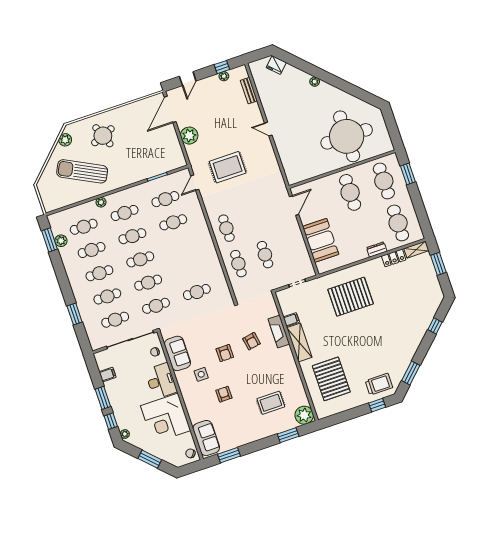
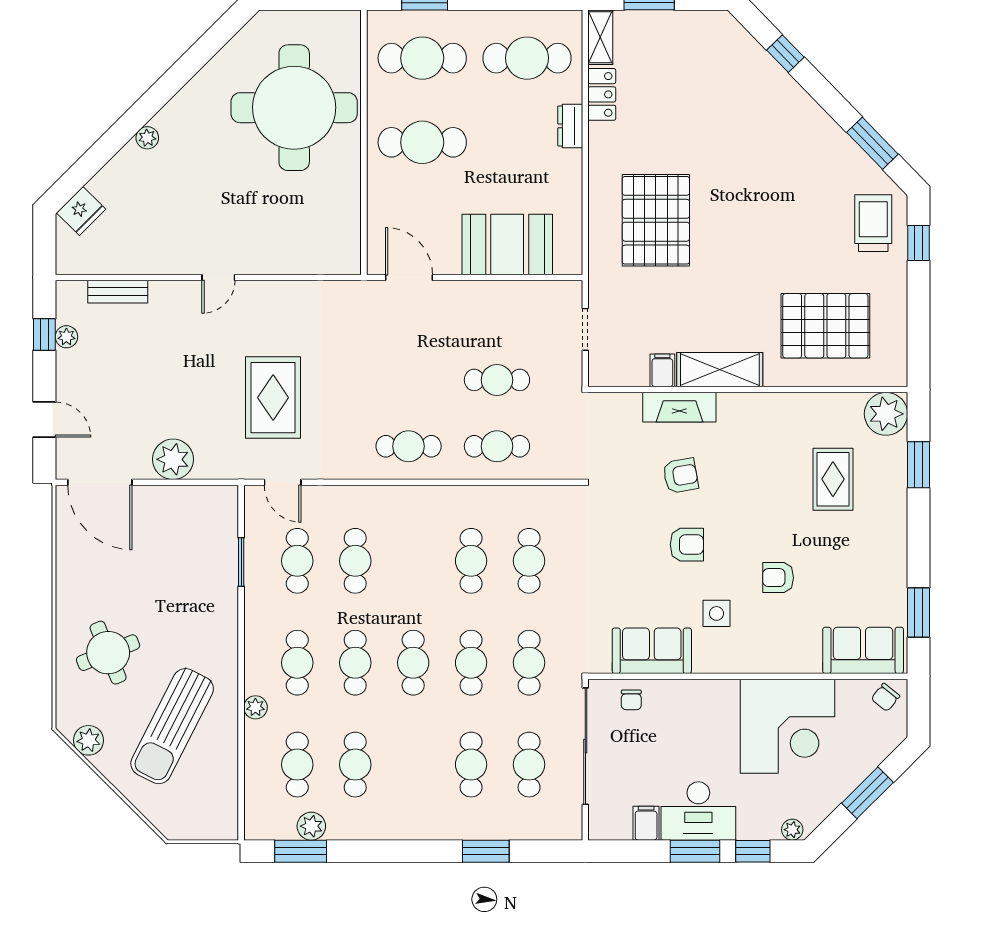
cafe table: (99, 273) -> (471, 561), moved
desk: (161, 381) -> (698, 811), moved, turned 180

